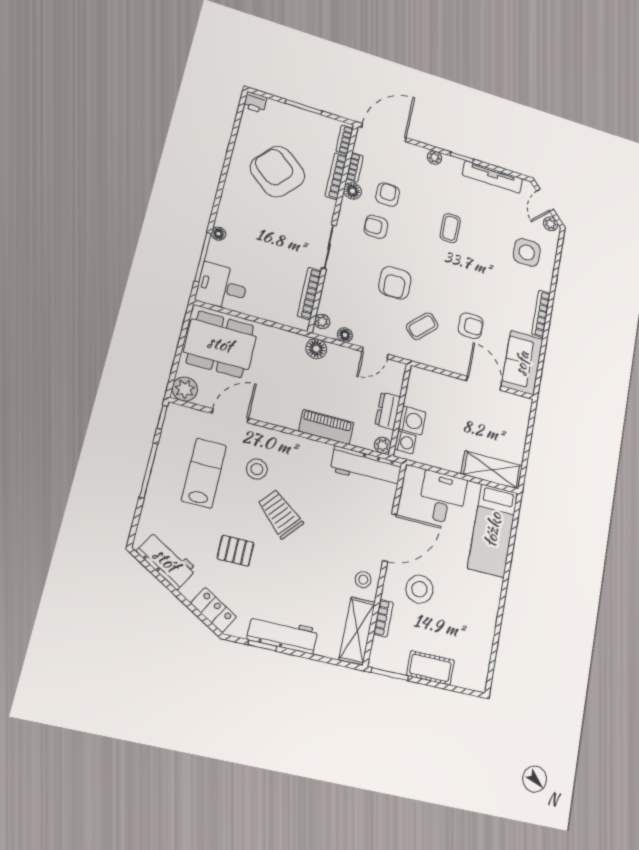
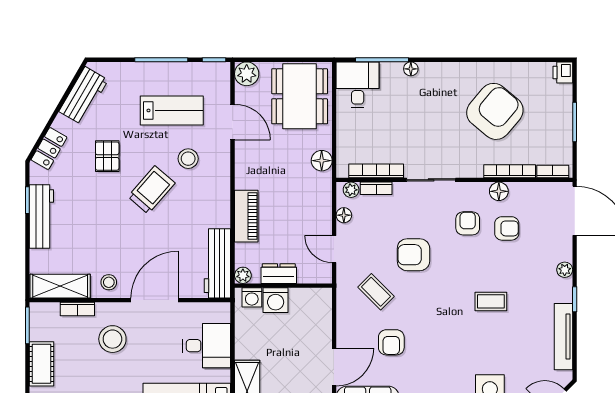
bookcase: (355, 167) -> (376, 188), moved
floor lamp: (316, 349) -> (322, 161), moved
door: (390, 538) -> (154, 300), swing flipped

